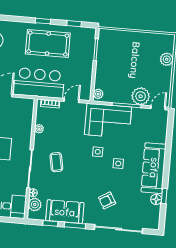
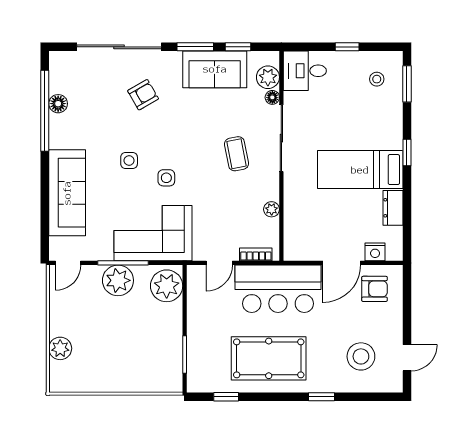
window: (43, 21) -> (321, 397), moved
plant: (98, 94) -> (167, 286), width x1.88, depth x1.88
plant: (141, 96) -> (118, 280), moved
sofa: (154, 168) -> (67, 193), moved
window: (164, 196) -> (45, 111), width x3.17

